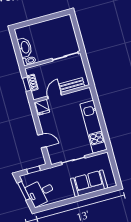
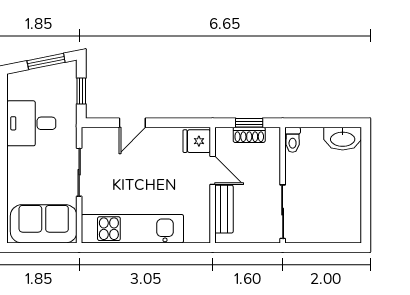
washbasin: (25, 47) -> (343, 139), moved
sofa: (89, 183) -> (44, 224), moved, turned -90
desk: (41, 192) -> (31, 123), moved, turned -79

